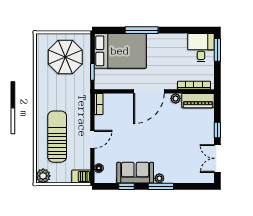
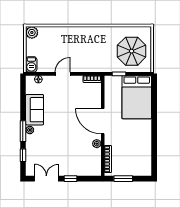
window: (142, 30) -> (154, 115), removed
desk: (201, 48) -> (139, 165), removed
window: (217, 50) -> (123, 179), moved
piano: (198, 101) -> (95, 162), removed
sun lounger: (57, 137) -> (65, 44), removed
door: (92, 139) -> (63, 74), swing flipped
window: (126, 186) -> (23, 155), moved

